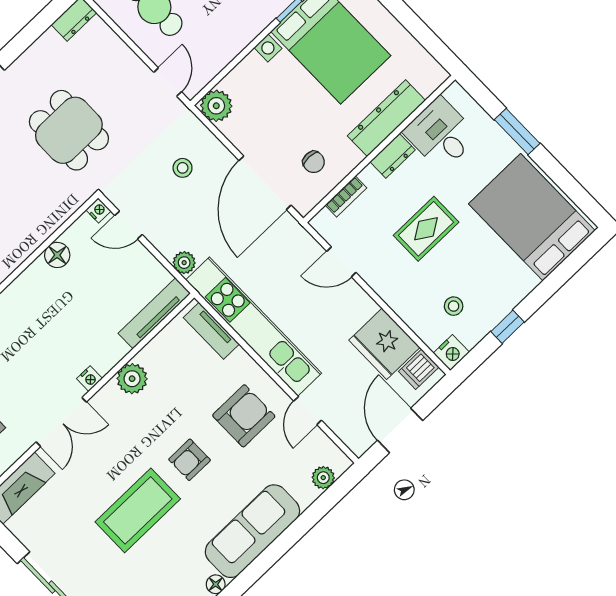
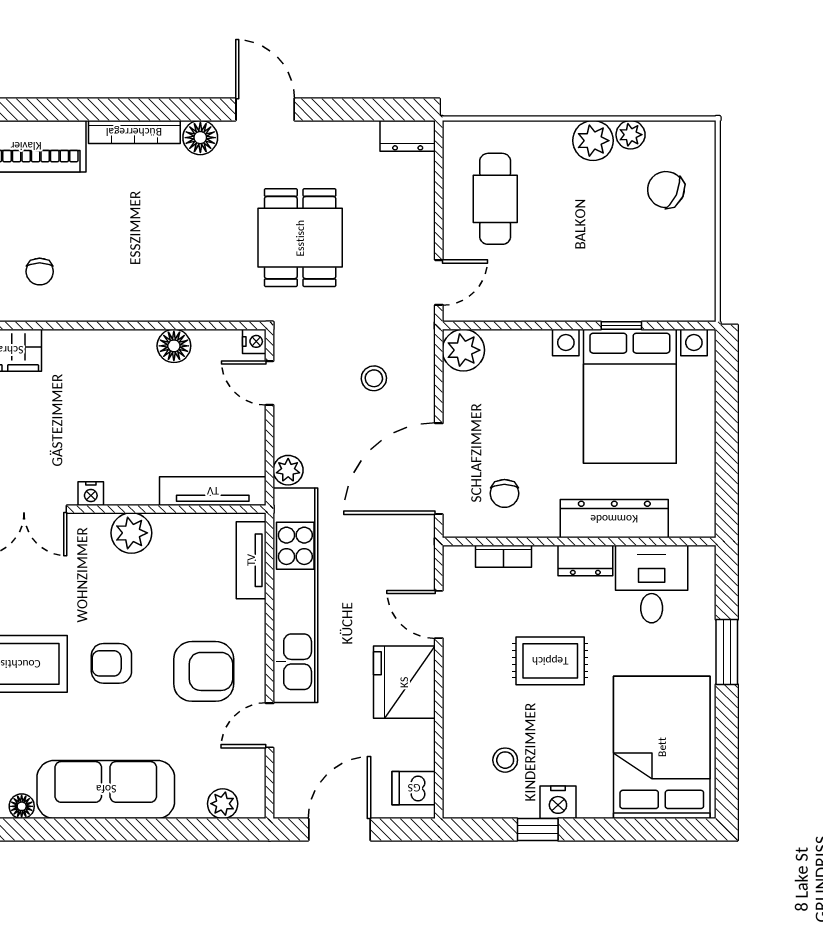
fridge: (384, 344) -> (404, 682), moved
nightstand: (451, 353) -> (558, 802), moved

